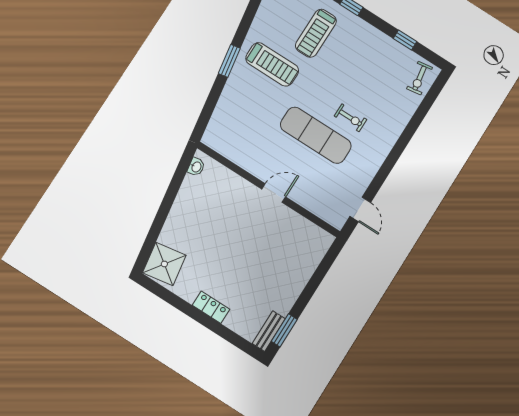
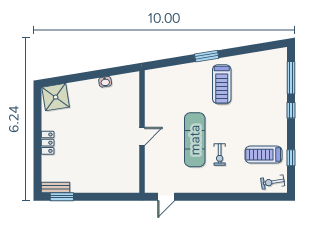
treadmill: (316, 33) -> (263, 155), moved
washbasin: (196, 167) -> (105, 82), moved
door: (274, 193) -> (142, 136), hinge flipped

